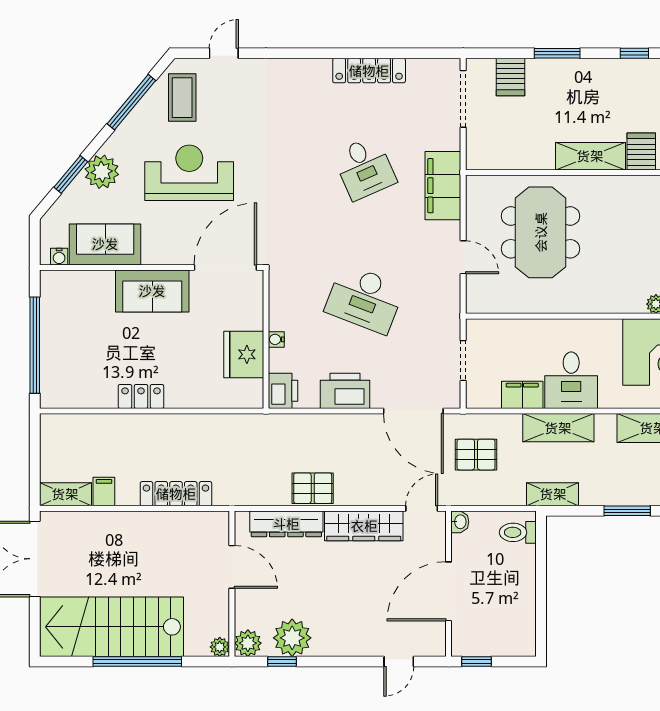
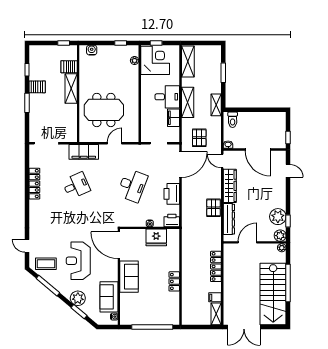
server rack: (510, 77) -> (37, 87), moved

